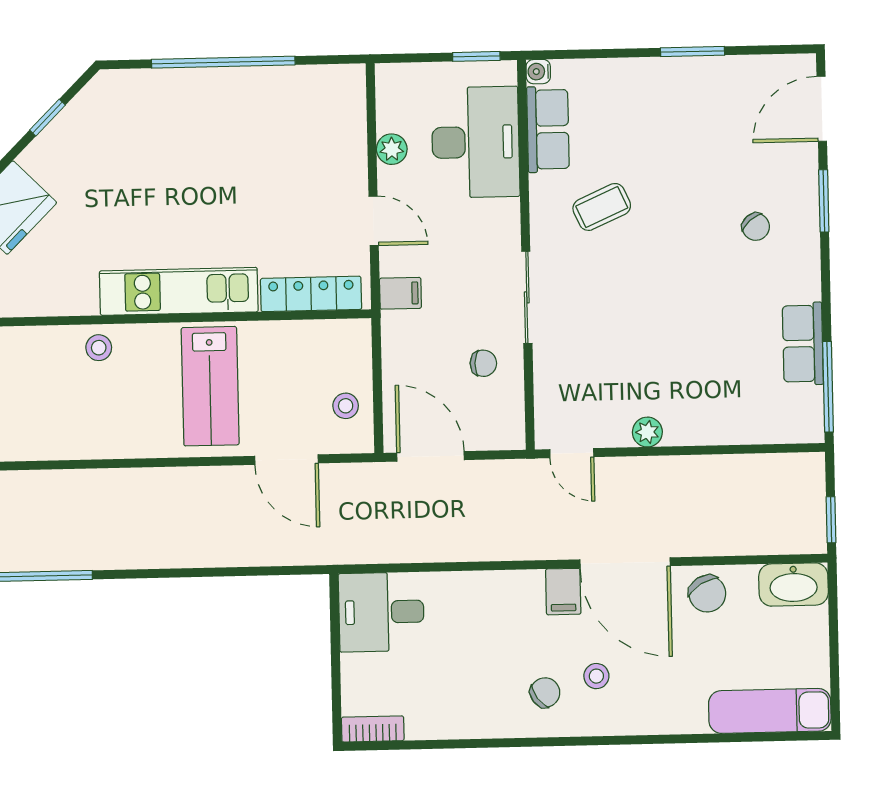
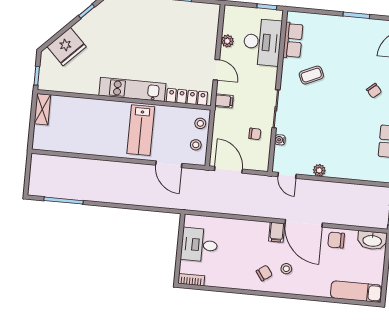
water cooler: (538, 72) -> (280, 140), moved
stool: (99, 348) -> (200, 123), moved
chair: (707, 594) -> (336, 240), turned 121
desk: (381, 612) -> (199, 245), moved

